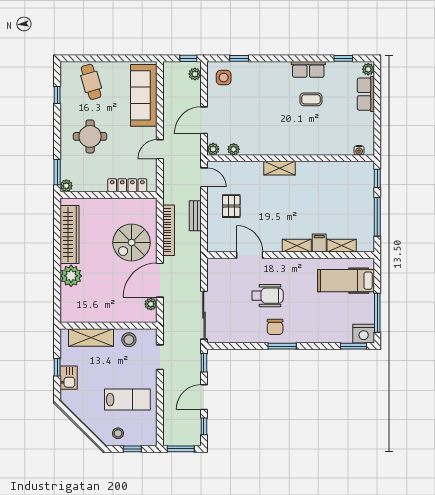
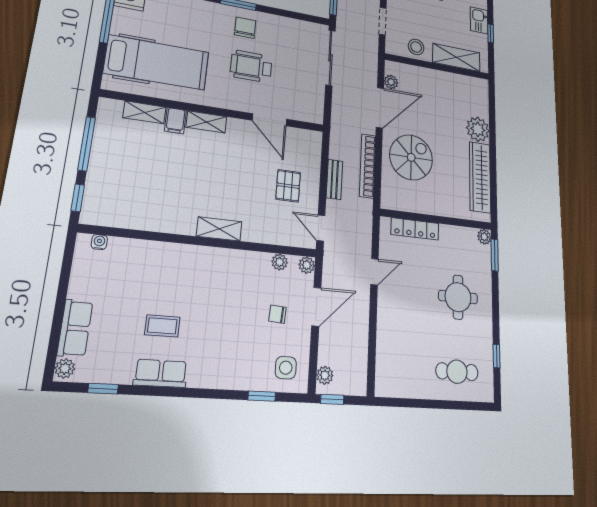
cafe table: (91, 82) -> (457, 372), turned -74
sofa: (144, 95) -> (392, 348), removed
chair: (232, 113) -> (277, 314), added
hospital bed: (346, 281) -> (157, 63), width x1.37, depth x1.29

